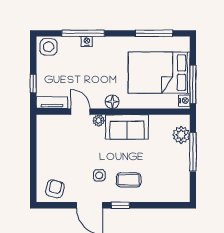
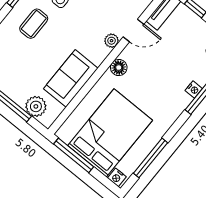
nightstand: (184, 101) -> (117, 177), moved
sofa: (127, 127) -> (71, 78), moved

